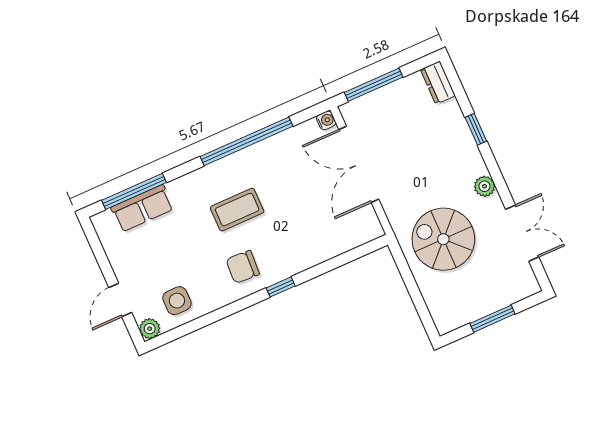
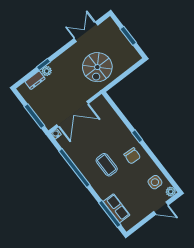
dresser: (438, 83) -> (35, 80), moved
plant: (484, 186) -> (47, 71), moved

